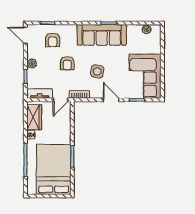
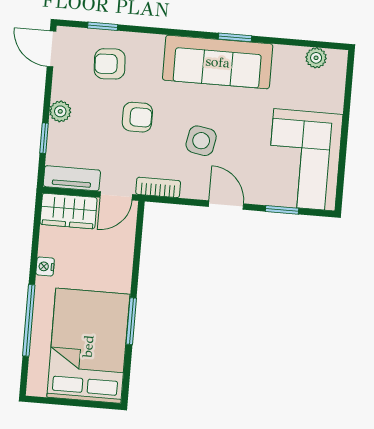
armchair: (53, 40) -> (110, 64), turned 87
armchair: (67, 63) -> (137, 117), turned -90
wardrobe: (34, 117) -> (69, 211), moved, turned 90

